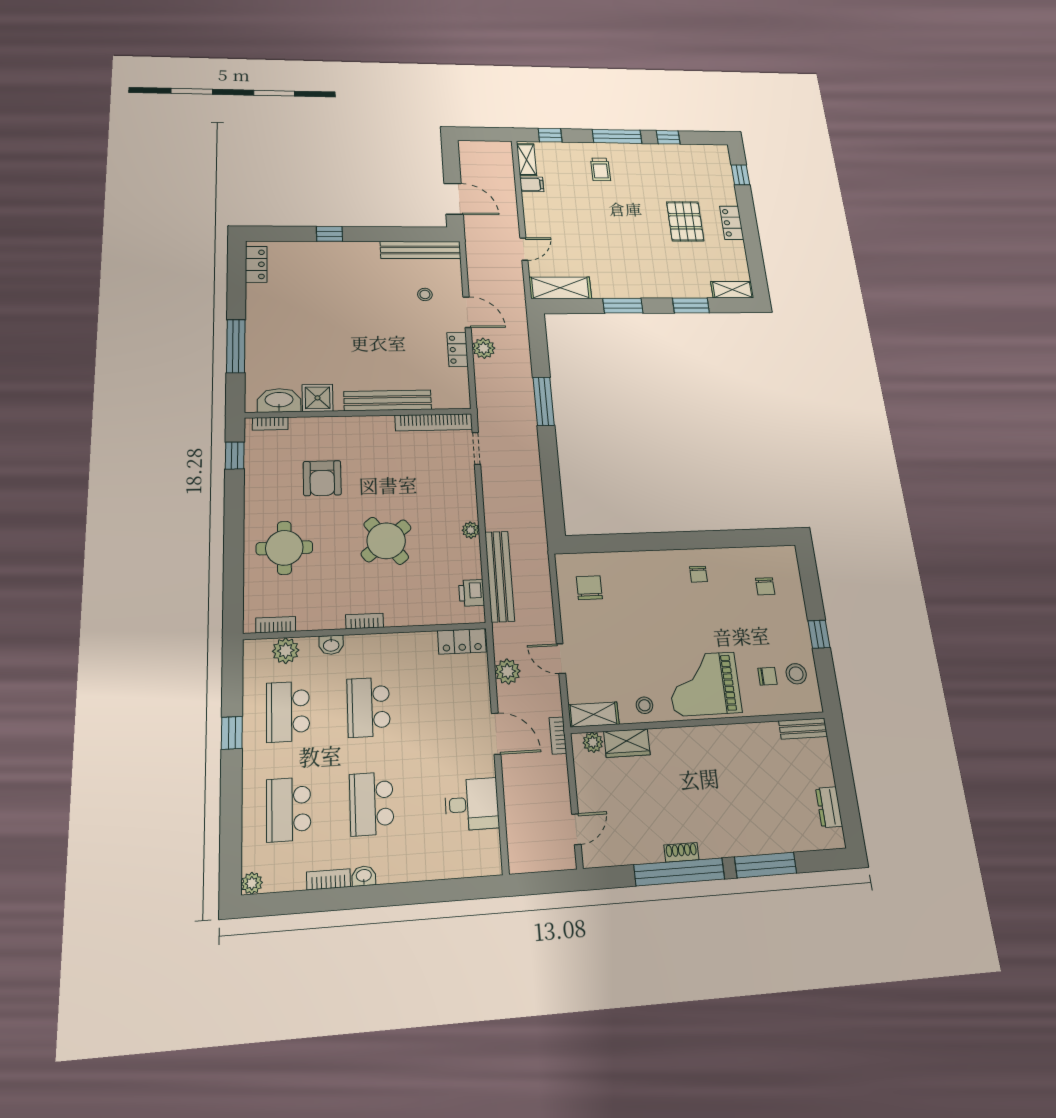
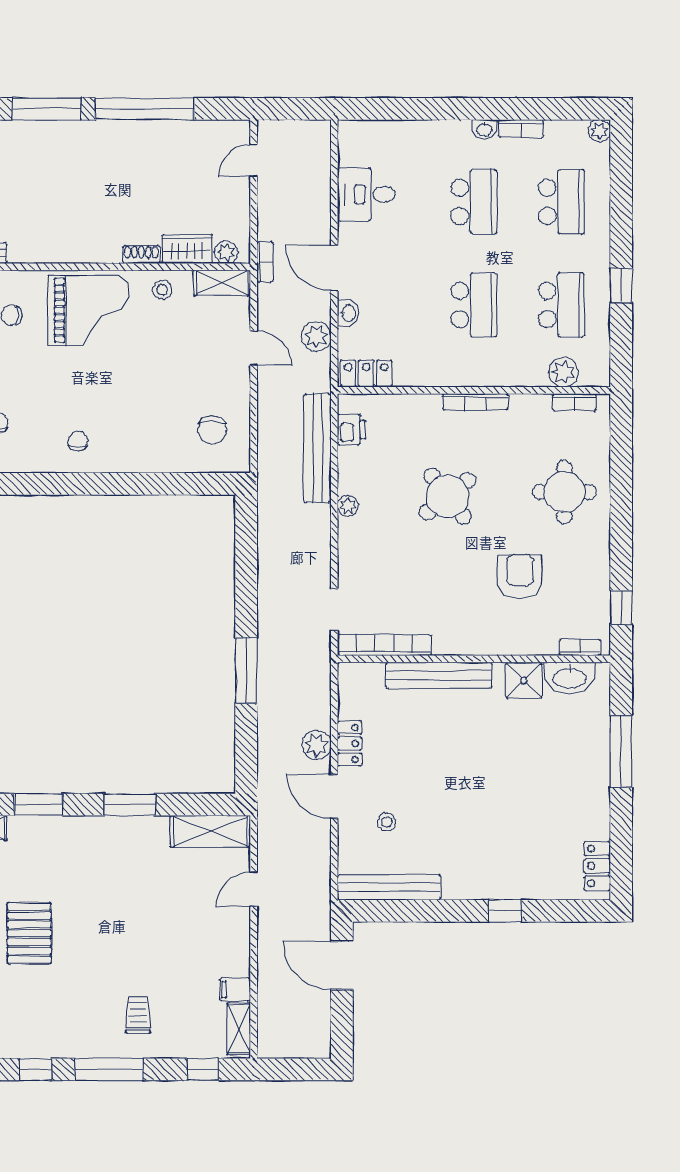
bookcase: (365, 621) -> (475, 402), width x1.56
washbasin: (331, 645) -> (348, 313), moved, turned 90
shoe rack: (681, 852) -> (141, 255), moved, turned 180

